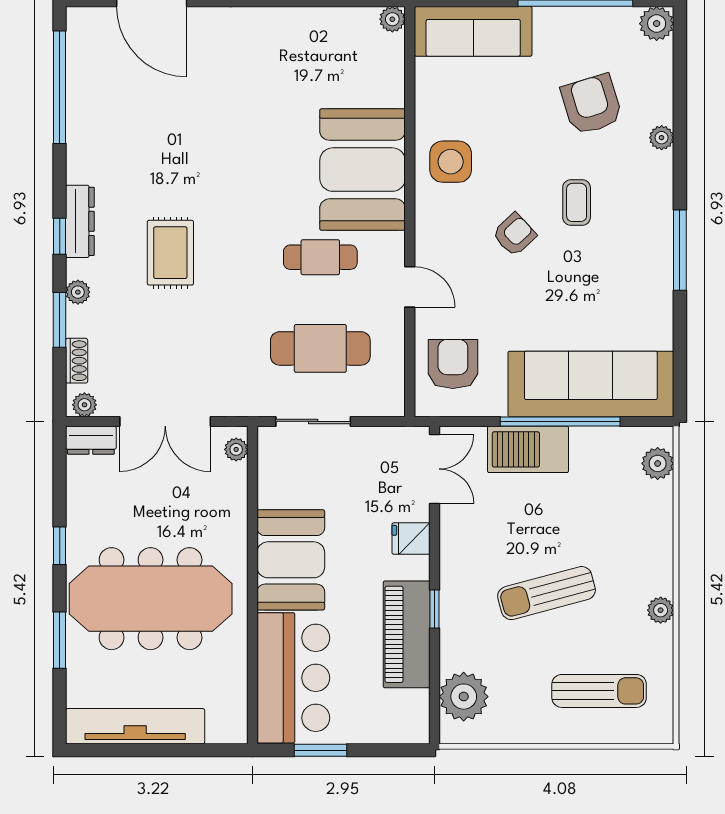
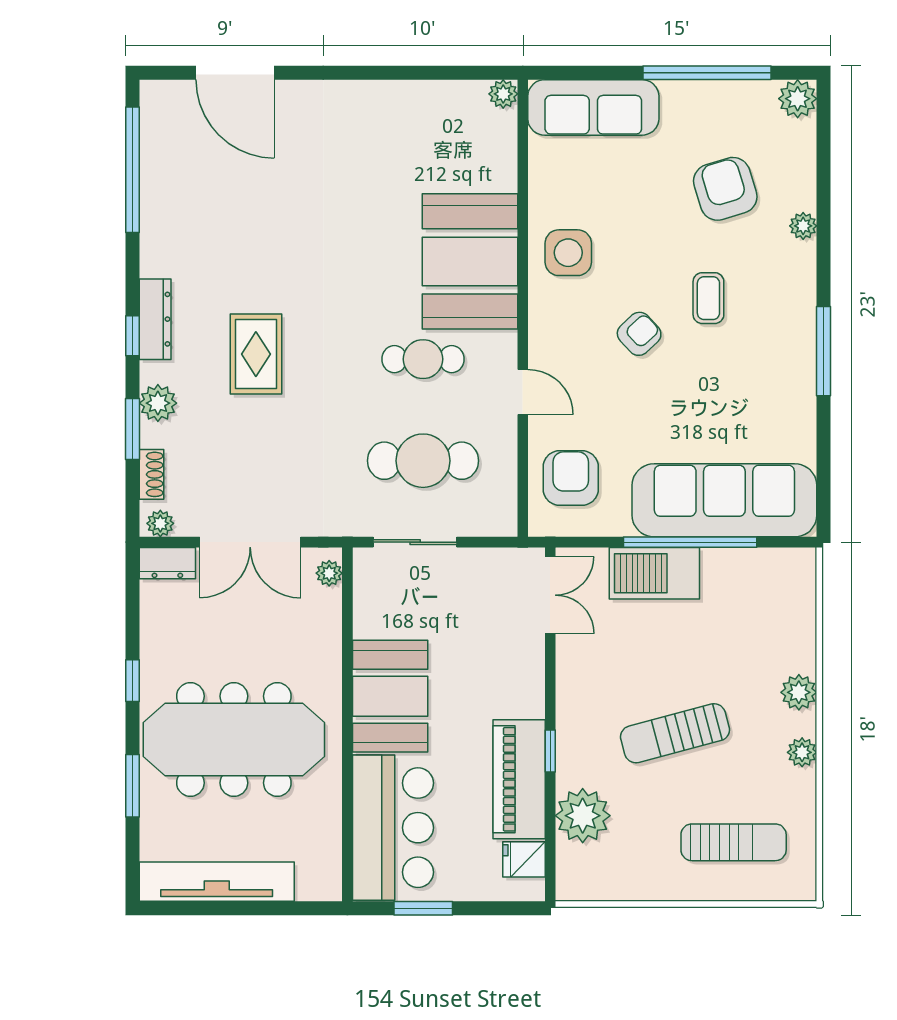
plant: (78, 292) -> (158, 403), width x1.38, depth x1.38
plant: (658, 463) -> (799, 692), moved
fridge: (411, 539) -> (524, 859), moved
plant: (464, 697) -> (583, 816), moved

